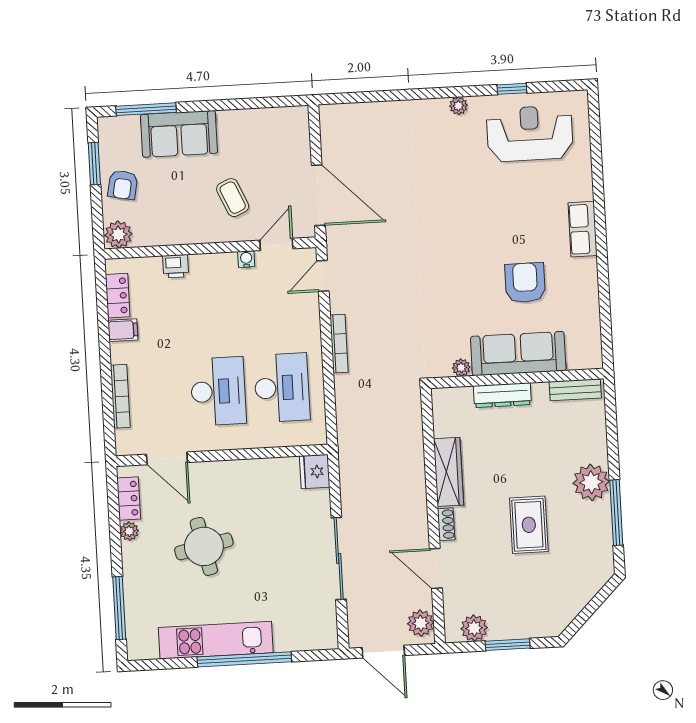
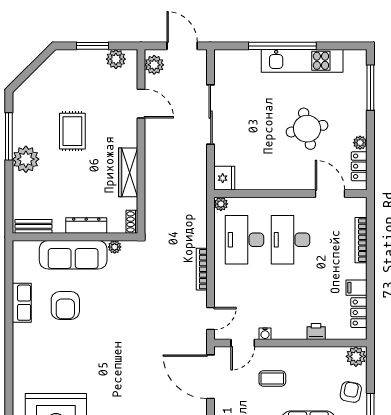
coffee table: (233, 198) -> (272, 378), turned -66
row of seats: (583, 229) -> (22, 303), moved
plant: (317, 436) -> (221, 204), added
shoe rack: (446, 524) -> (132, 222), moved

